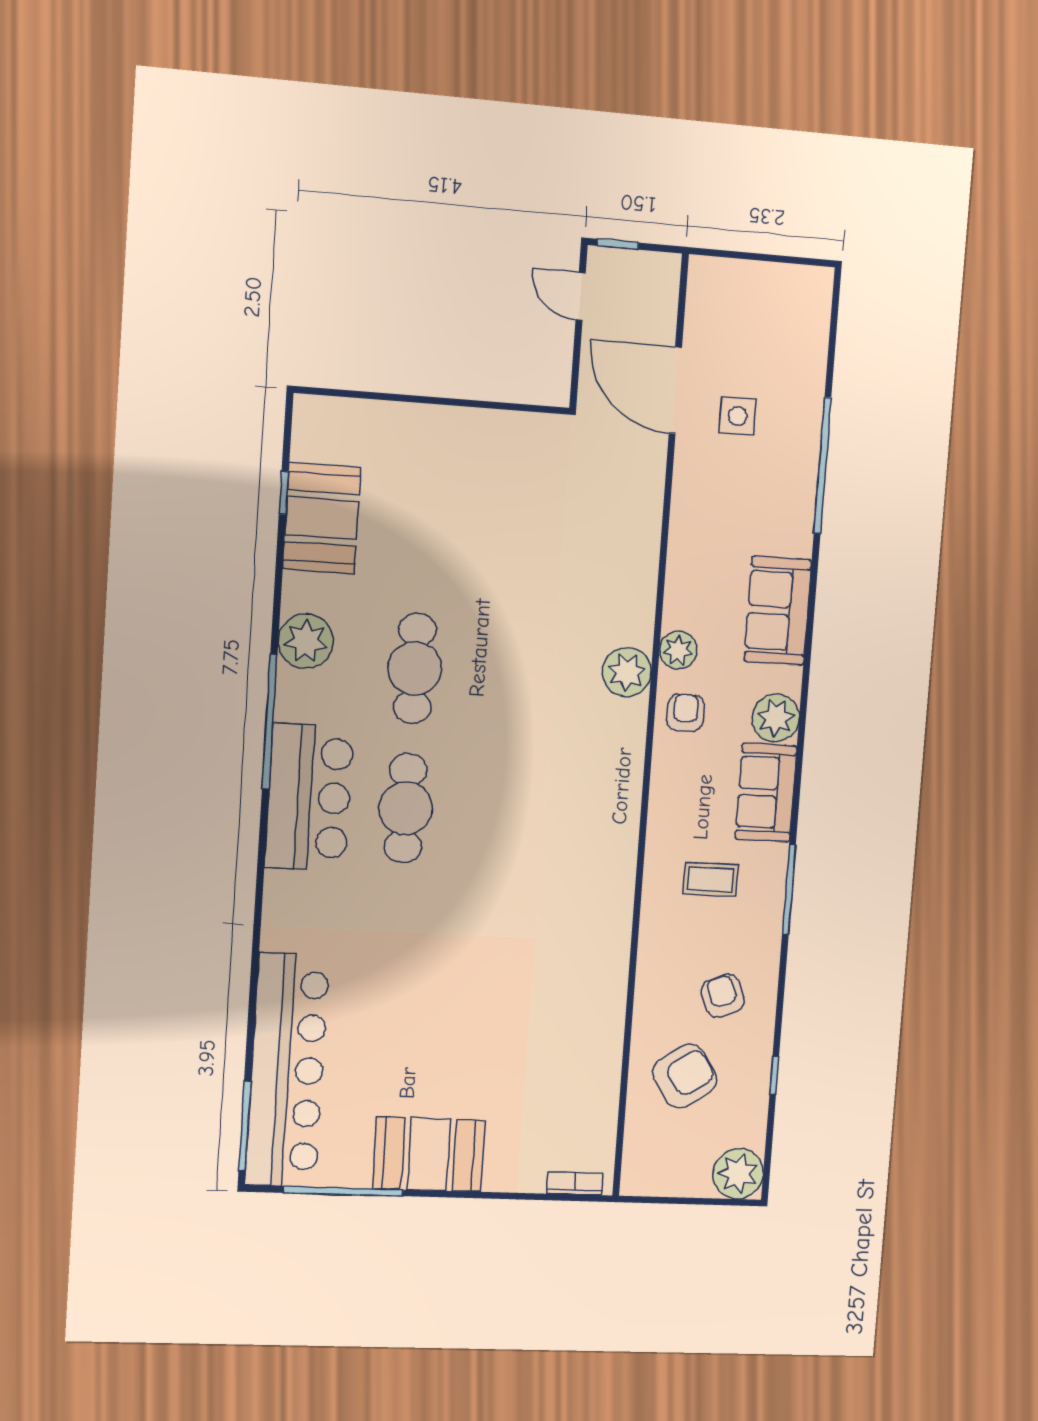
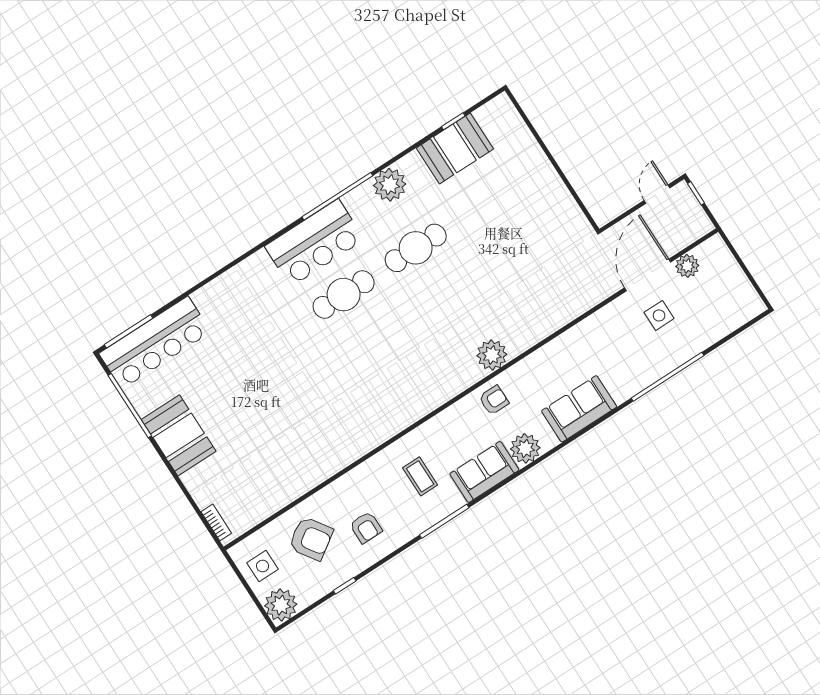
plant: (678, 650) -> (687, 266), moved
armchair: (723, 996) -> (366, 527), turned 111
bar counter: (287, 1070) -> (155, 343), width x0.73
side table: (673, 1163) -> (263, 566), added

